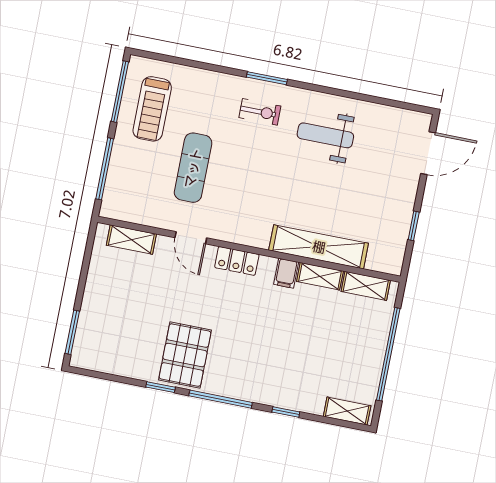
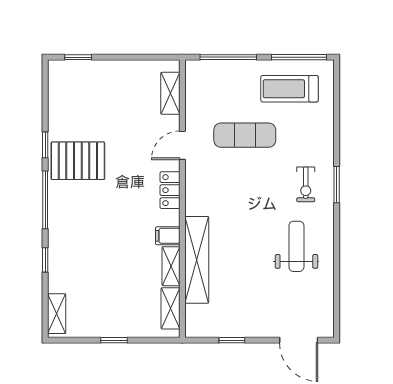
window: (72, 332) -> (78, 57), width x0.67
window: (388, 354) -> (114, 340), width x0.32

